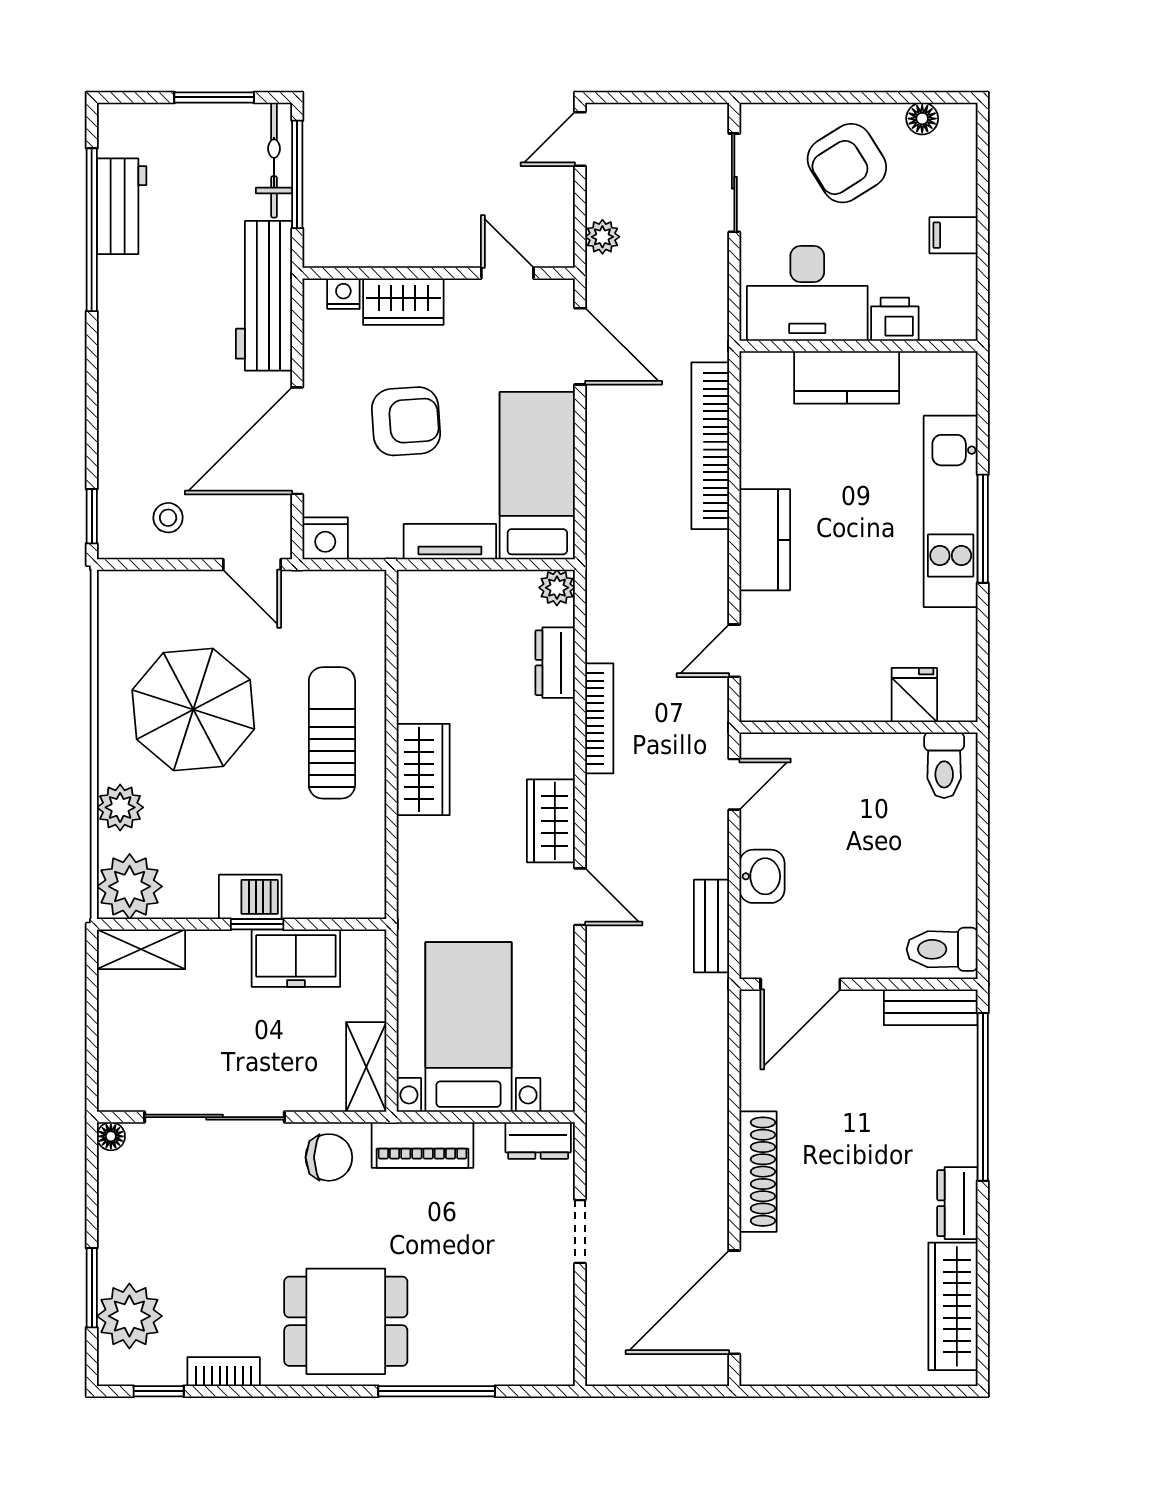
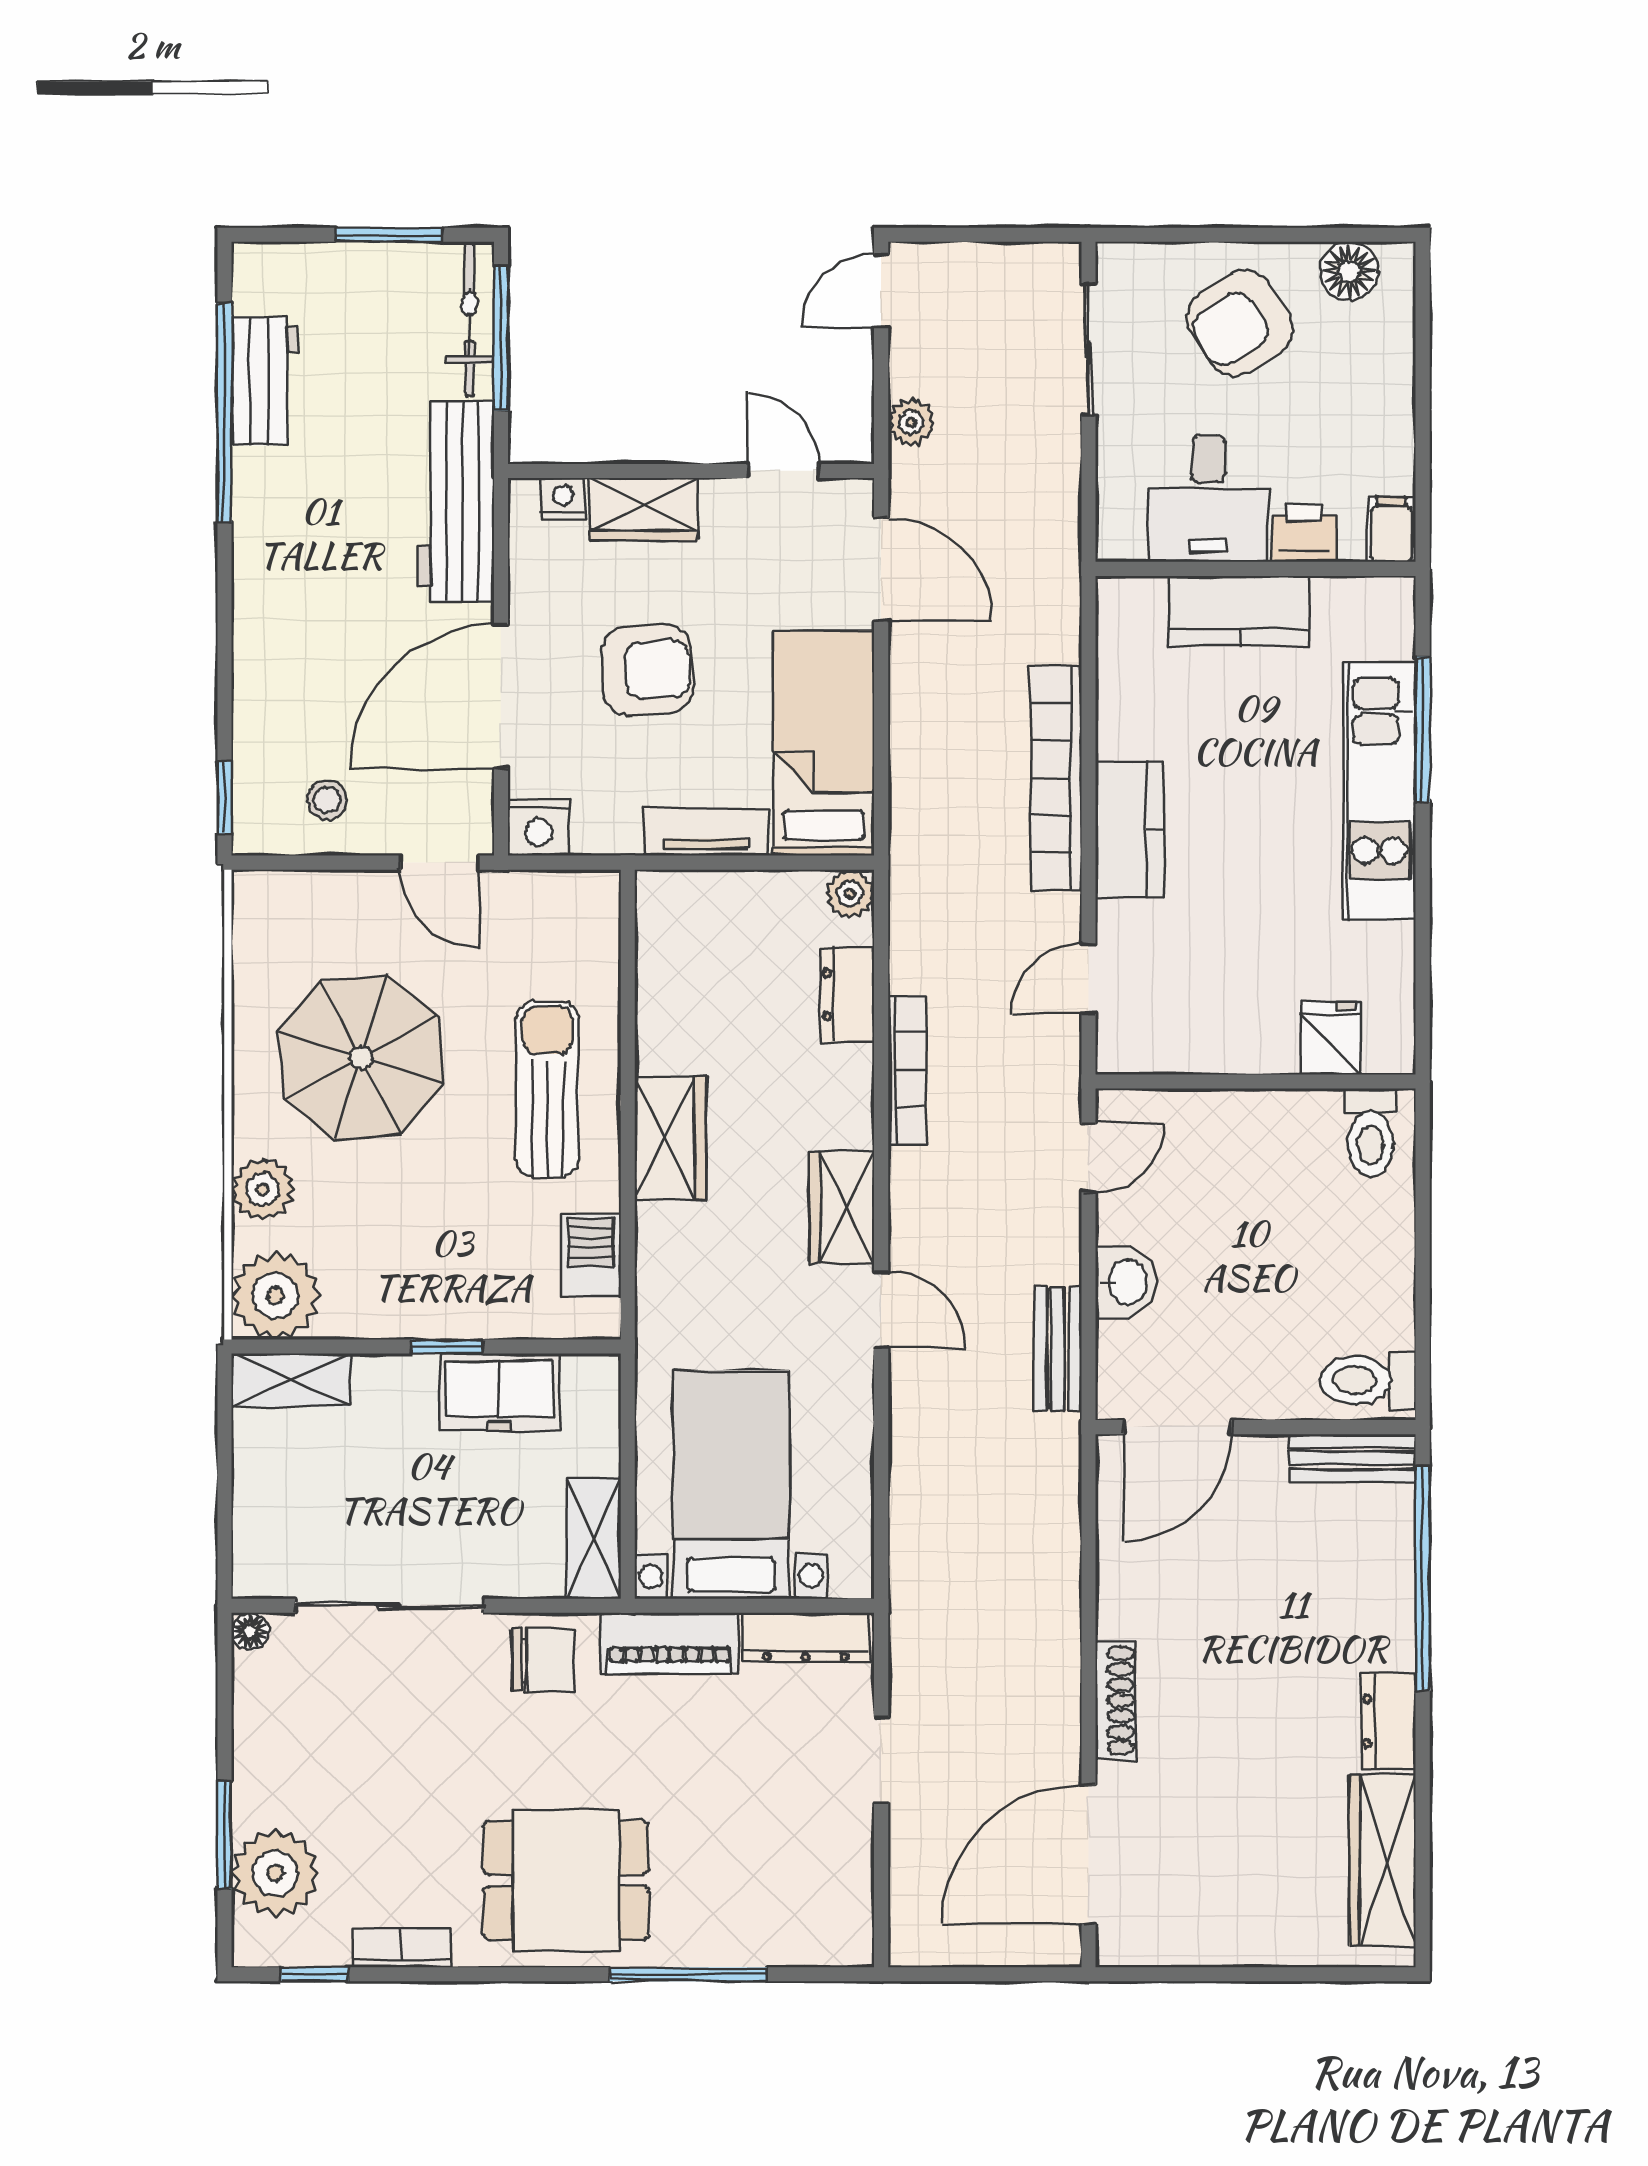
floor lamp: (922, 119) -> (1349, 271), width x1.37, depth x1.37
filing cabinet: (954, 235) -> (1391, 529), moved, turned 90
desk: (807, 293) -> (1209, 498), width x0.73
bookcase: (710, 446) -> (1056, 778), moved
window: (983, 529) -> (1423, 729), moved
barbecue: (250, 897) -> (591, 1255), moved, turned -90
dresser: (538, 1141) -> (805, 1637), width x1.44
shoe rack: (758, 1172) -> (1116, 1700), width x0.74, depth x0.81

